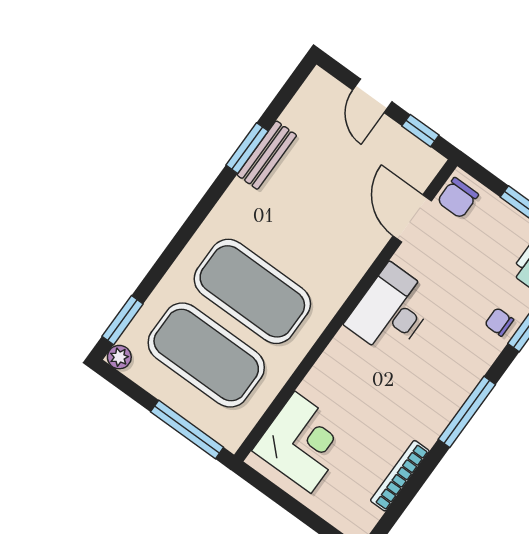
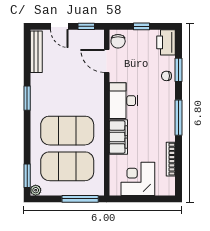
window: (247, 148) -> (27, 98), moved
bench: (267, 155) -> (36, 52), moved, width x1.36
filing cabinet: (335, 369) -> (118, 137), added
corner desk: (303, 442) -> (138, 179), moved, turned -90

